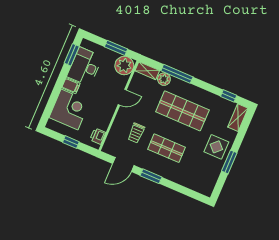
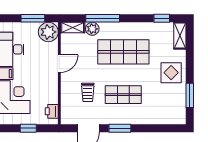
window: (229, 162) -> (190, 95), moved

